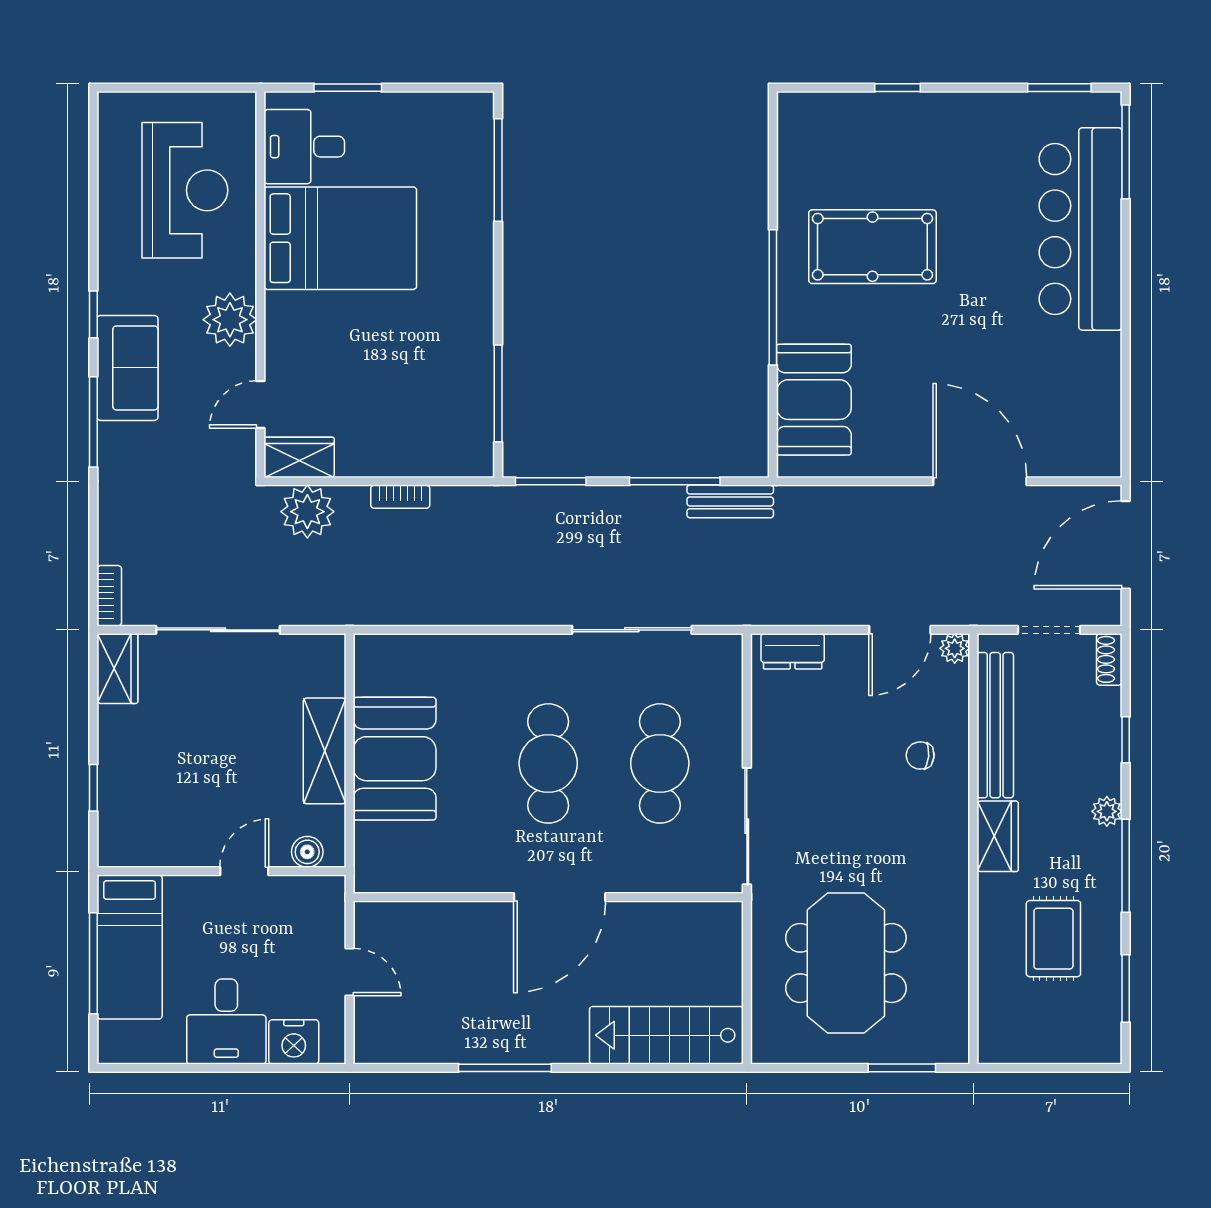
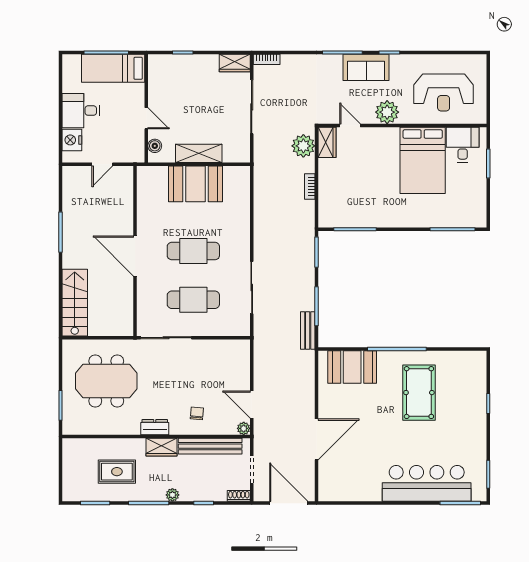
dresser: (793, 651) -> (155, 427), moved, turned 90

